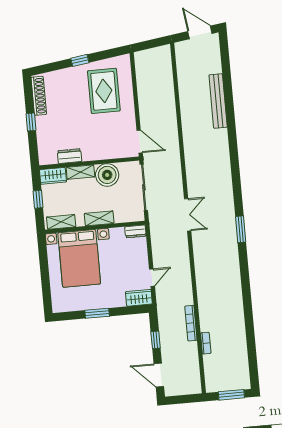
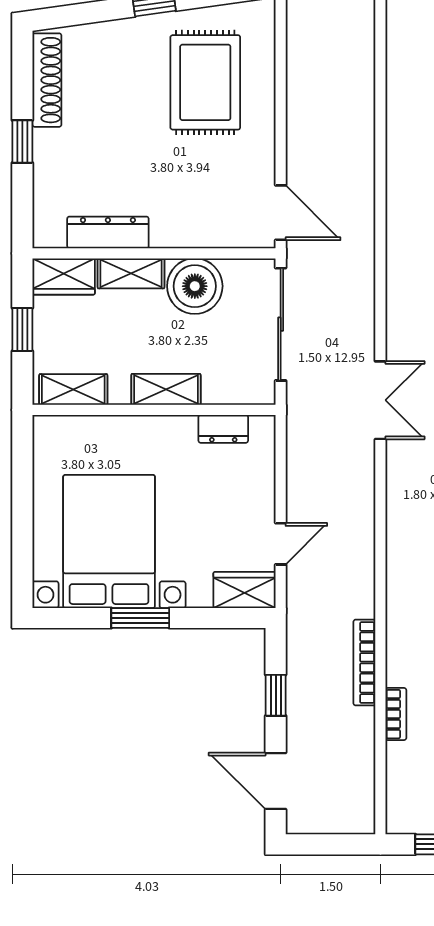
dresser: (69, 156) -> (108, 232), width x1.44
dresser: (135, 231) -> (223, 429), moved
bed with nightstands: (79, 258) -> (109, 541), moved, turned 180

